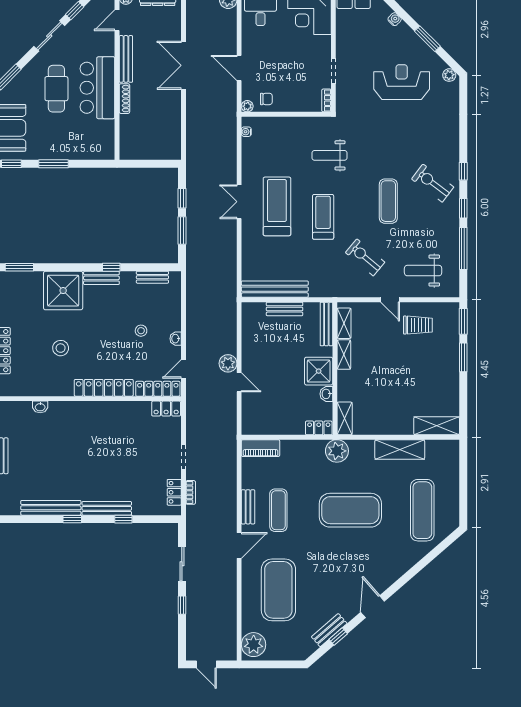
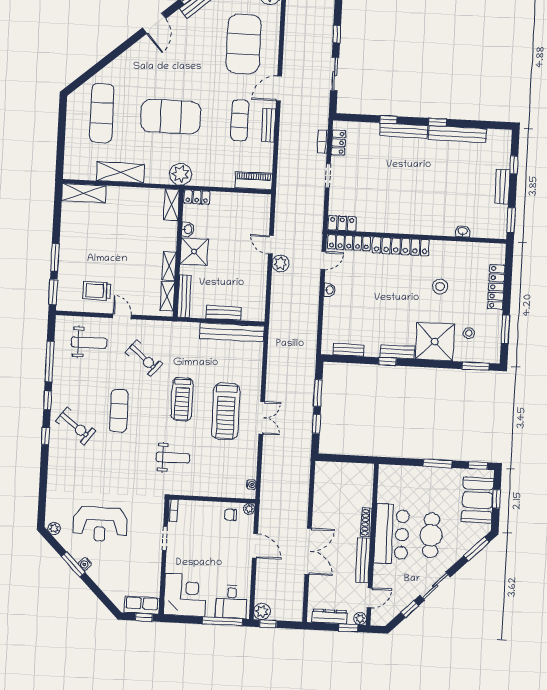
water cooler: (395, 19) -> (85, 564), moved
stool: (141, 331) -> (469, 333), moved

